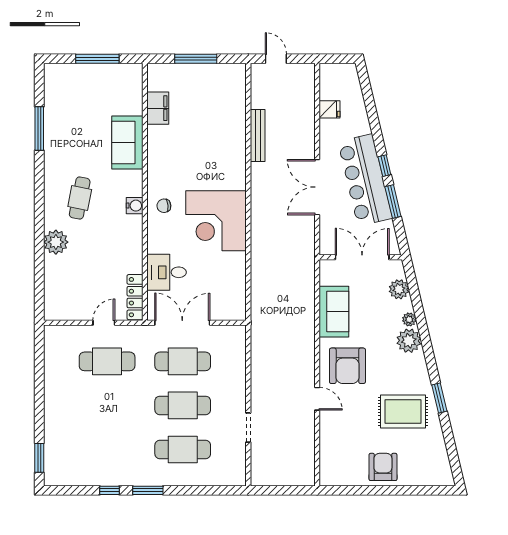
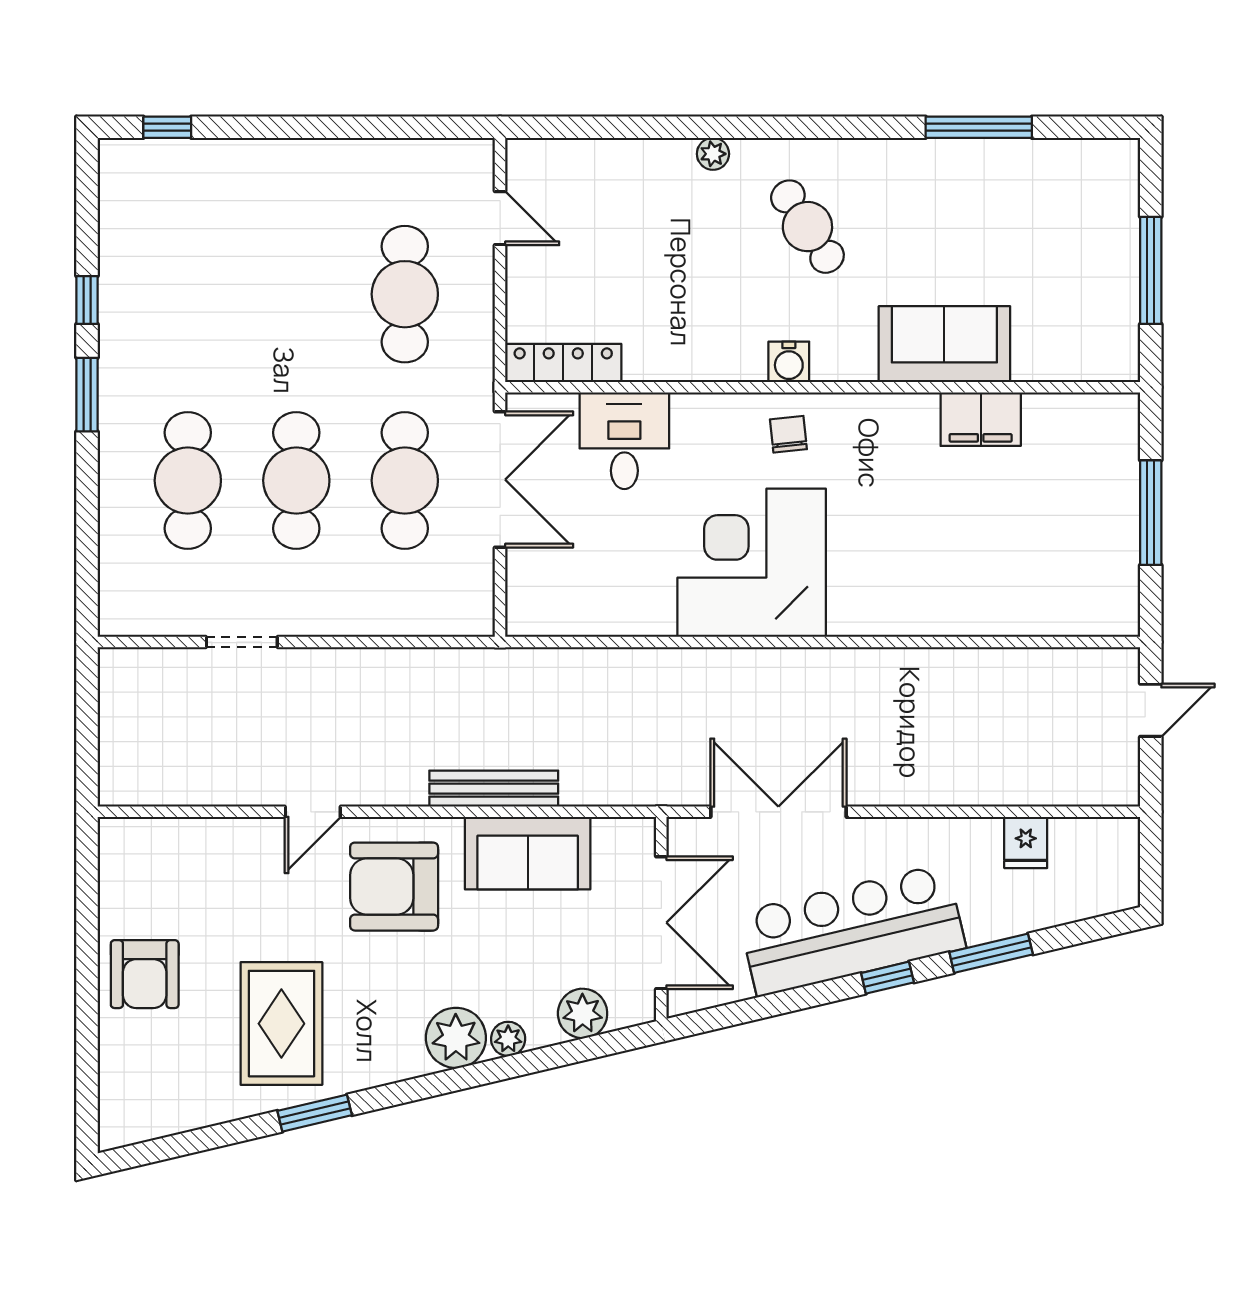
filing cabinet: (158, 108) -> (981, 419), moved
bench: (258, 135) -> (494, 789), moved
double door: (317, 187) -> (778, 812), moved
cafe table: (80, 198) -> (807, 227), turned 46
window: (393, 201) -> (991, 953), moved
plant: (56, 242) -> (713, 154), width x0.53, depth x0.53
door: (104, 323) -> (500, 218), moved
window: (39, 458) -> (167, 127), width x0.67
armchair: (383, 467) -> (145, 974), turned 90

